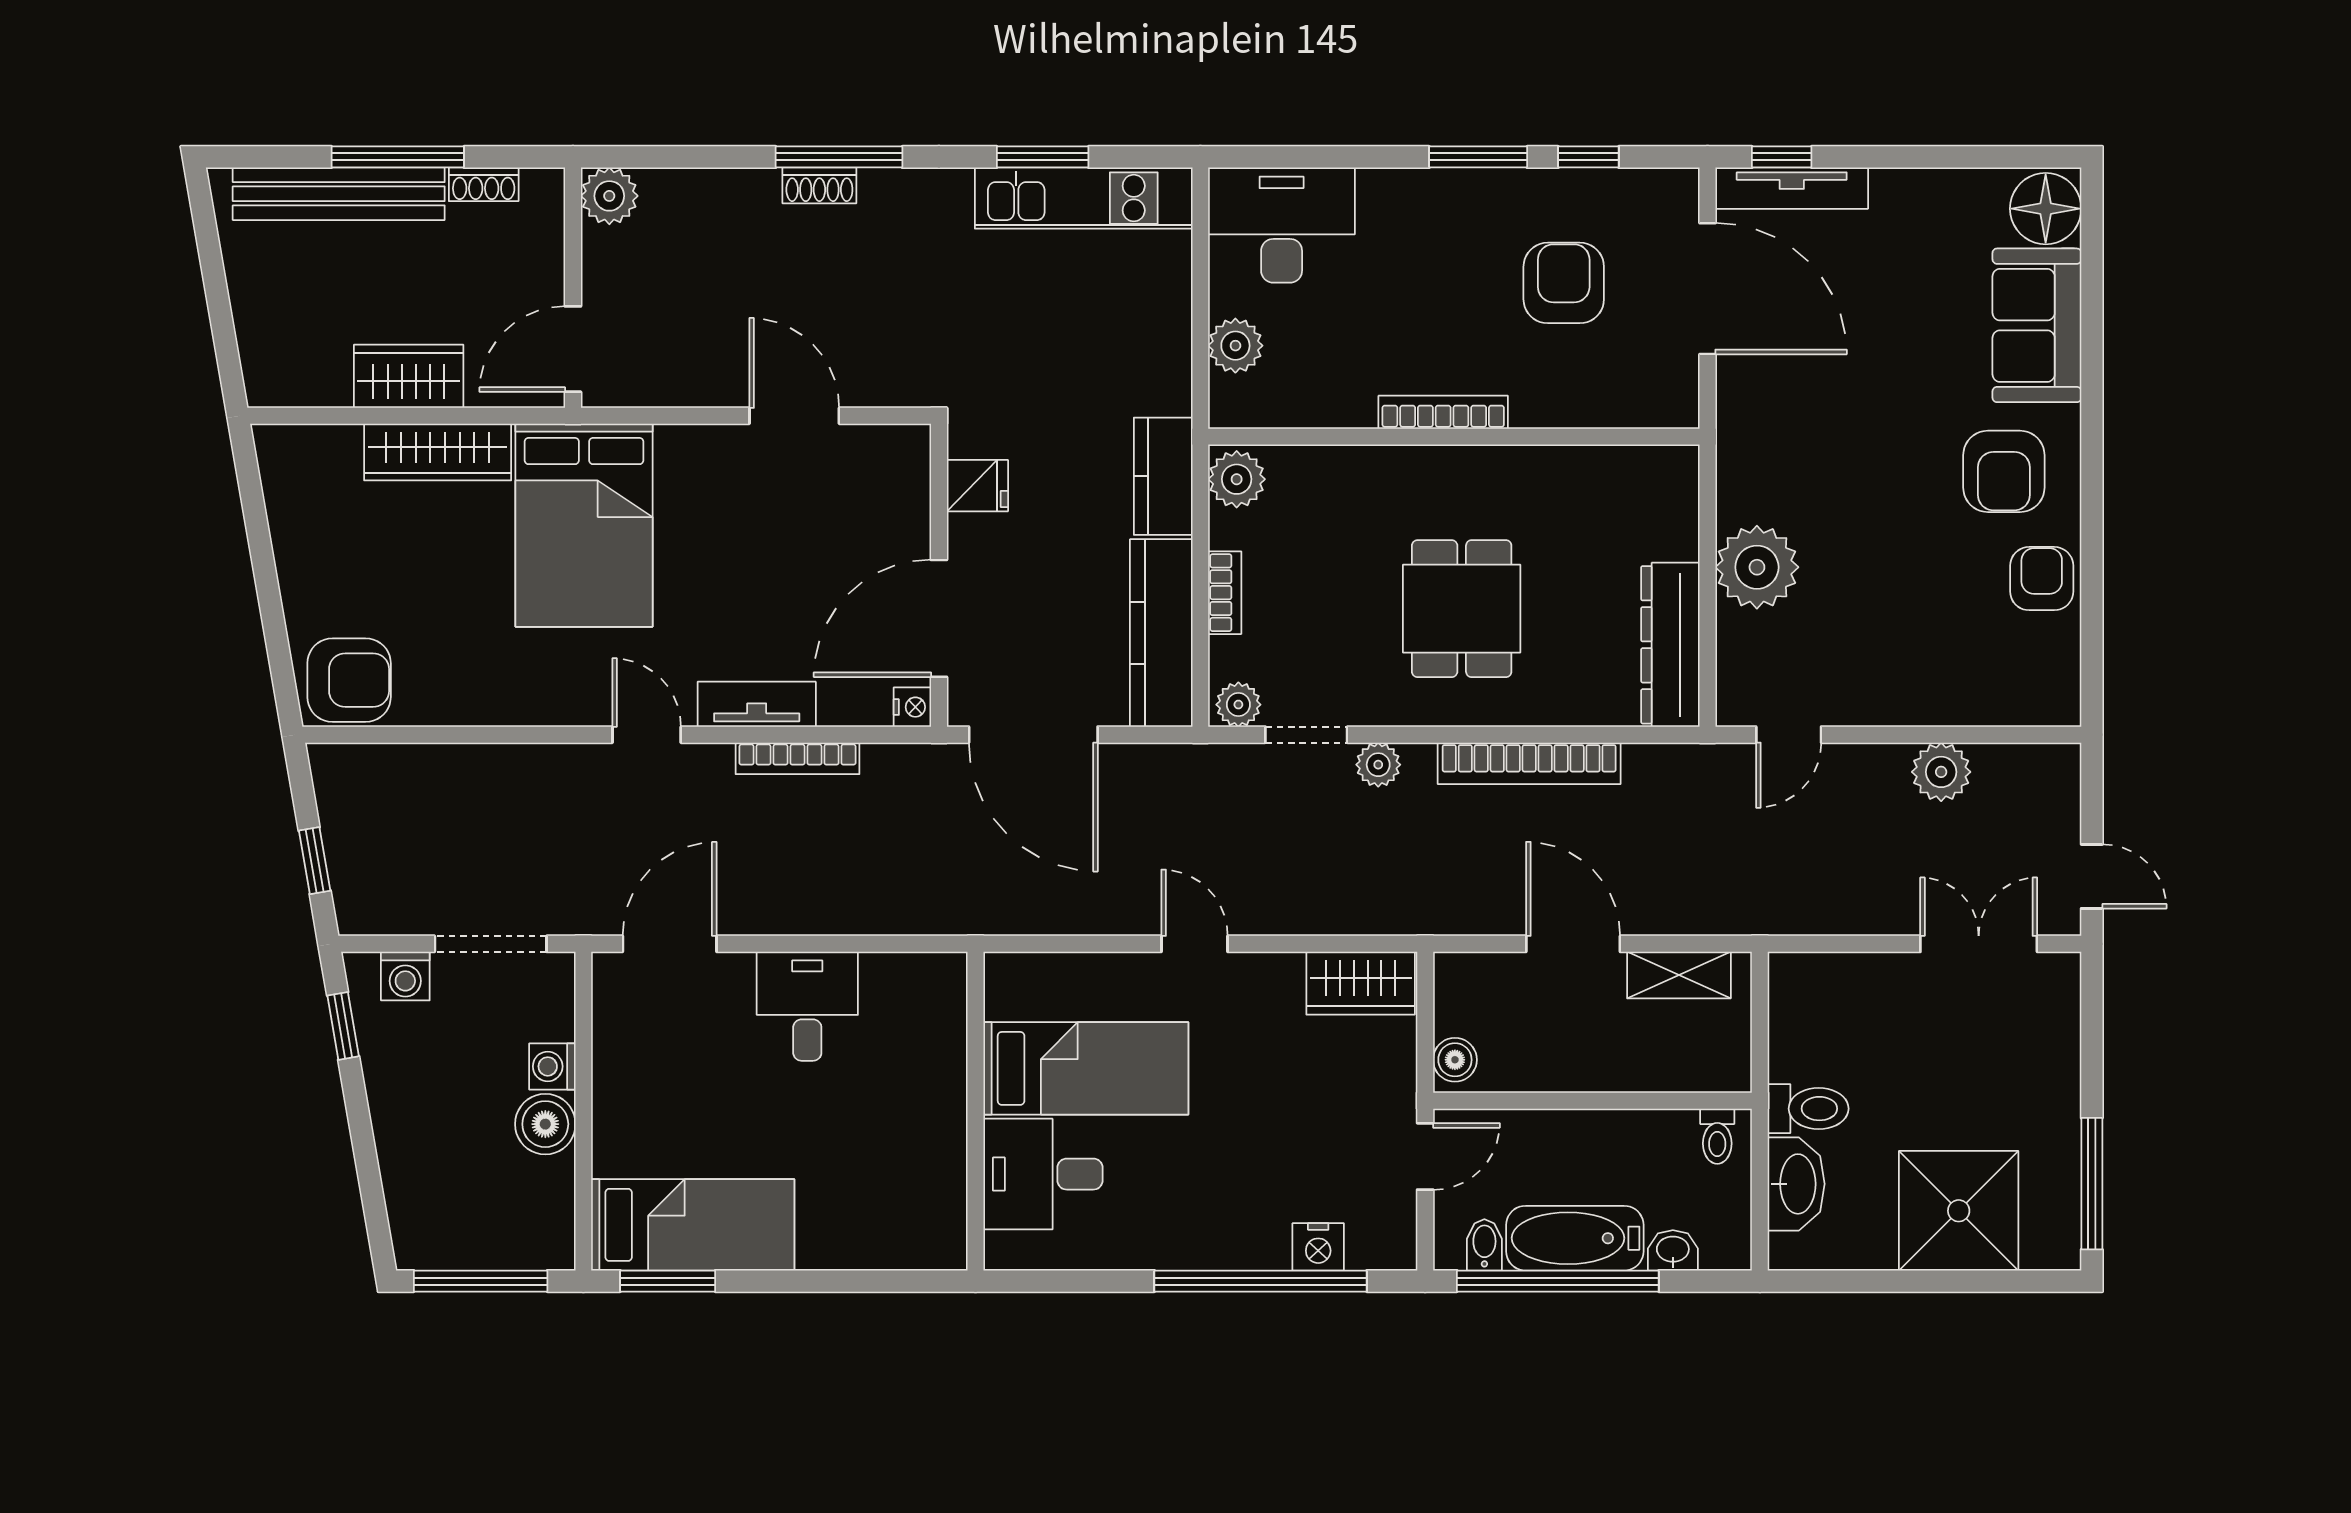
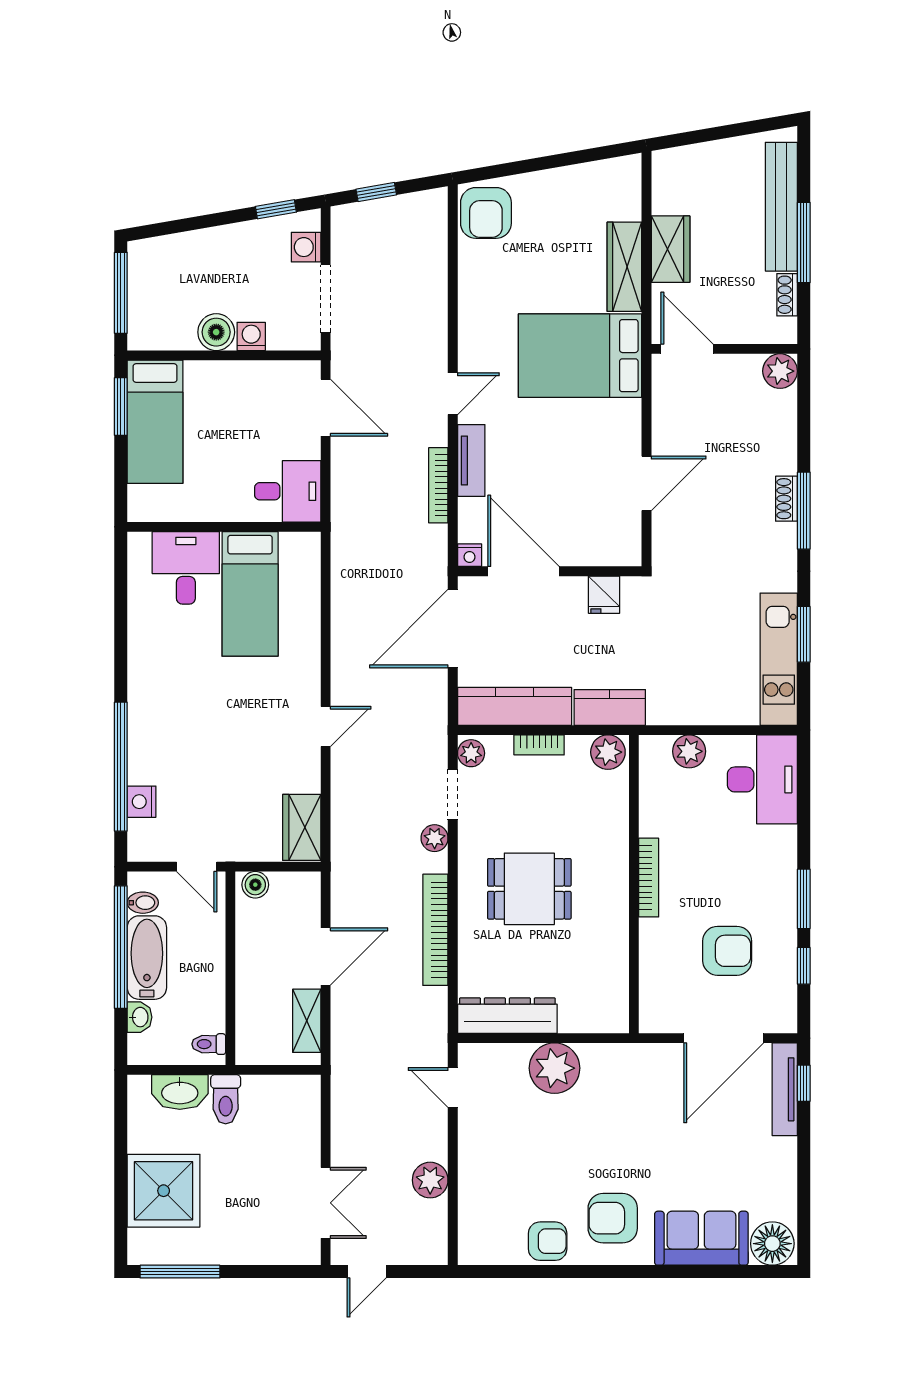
bed: (1086, 1068) -> (250, 594), moved
wall: (976, 1111) -> (224, 527), moved
desk: (1043, 1174) -> (186, 568), moved

